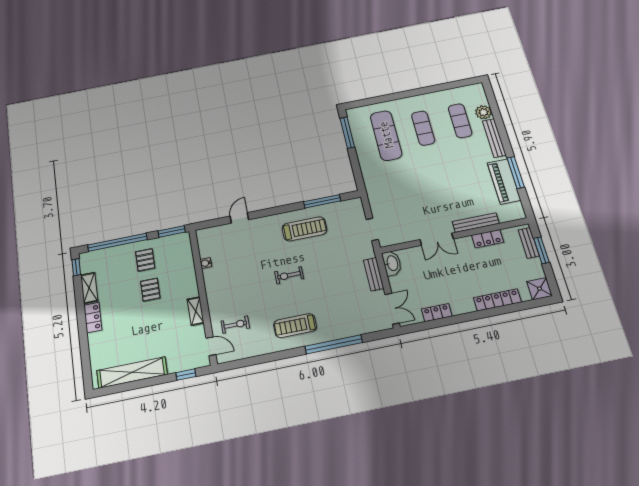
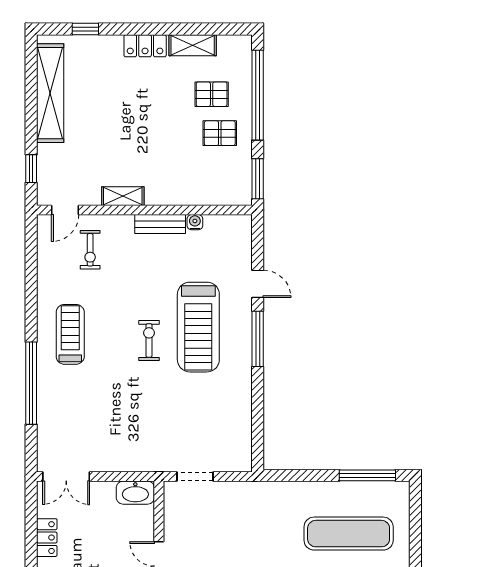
window: (322, 201) -> (258, 339), moved
treadmill: (304, 229) -> (198, 327), moved, width x1.37, depth x1.38
window: (76, 267) -> (85, 29), moved
bench: (374, 274) -> (160, 224), moved
pallet: (150, 290) -> (212, 94), moved

